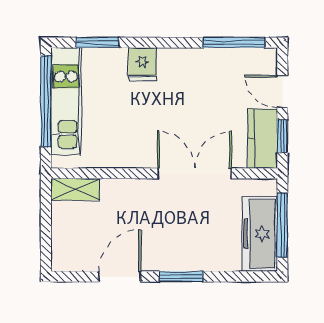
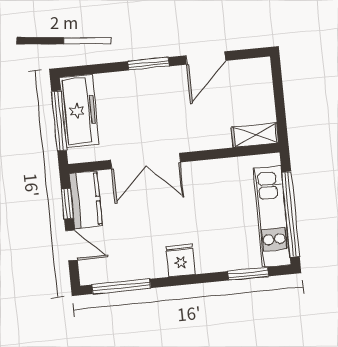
fridge: (142, 64) -> (181, 260), moved

